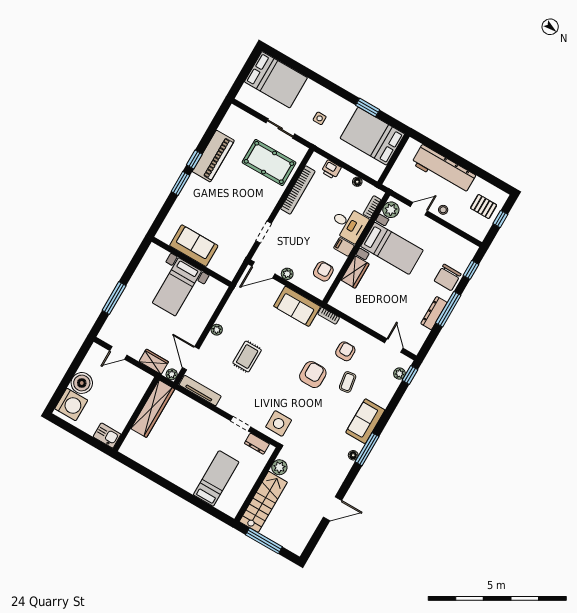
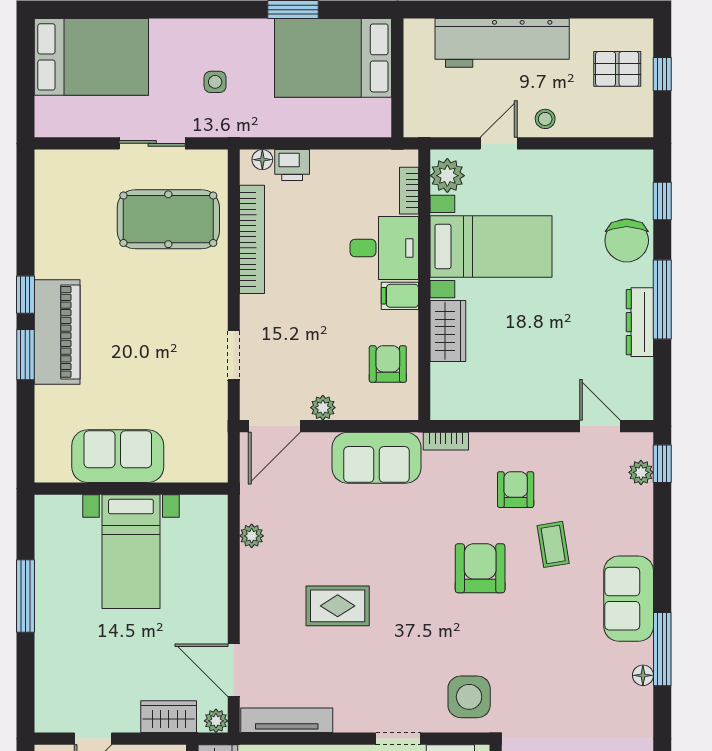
piano: (213, 156) -> (57, 332), moved
floor lamp: (357, 182) -> (262, 160), moved
window: (114, 298) -> (25, 596), moved
plant: (217, 330) -> (252, 536), moved
rug: (247, 357) -> (338, 606), turned 90

